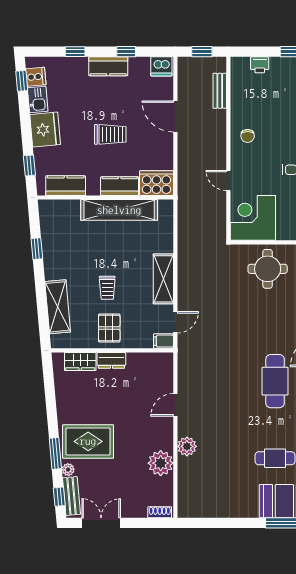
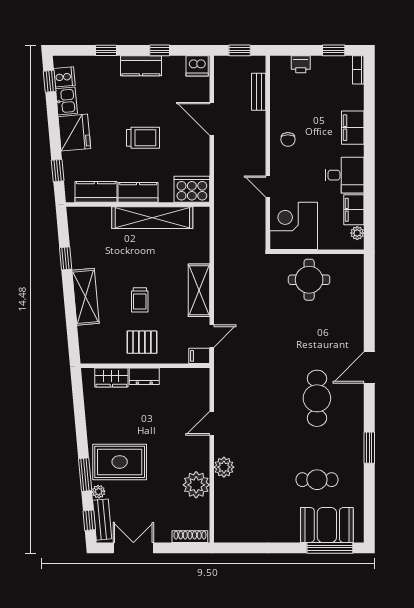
kitchen counter: (120, 186) -> (138, 192), moved
shelving: (58, 307) -> (85, 297), moved
pallet: (109, 328) -> (142, 342), turned 90
shoe rack: (160, 512) -> (190, 537), width x1.43

